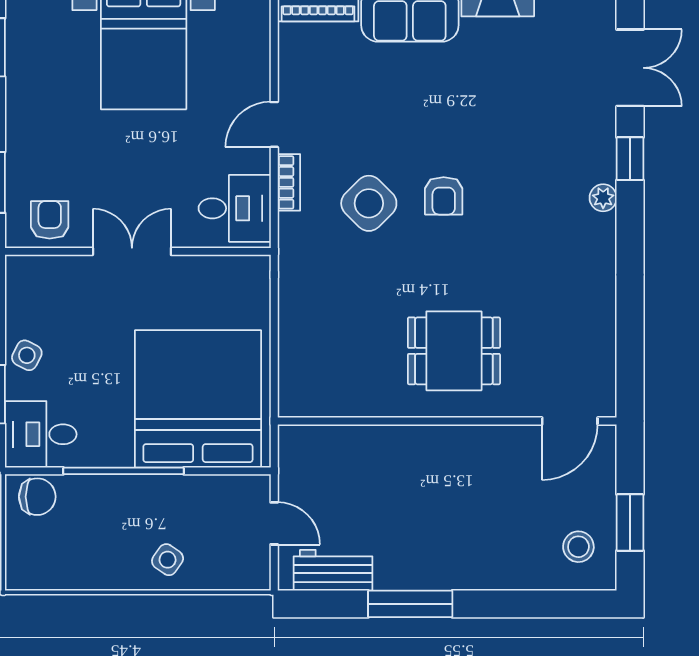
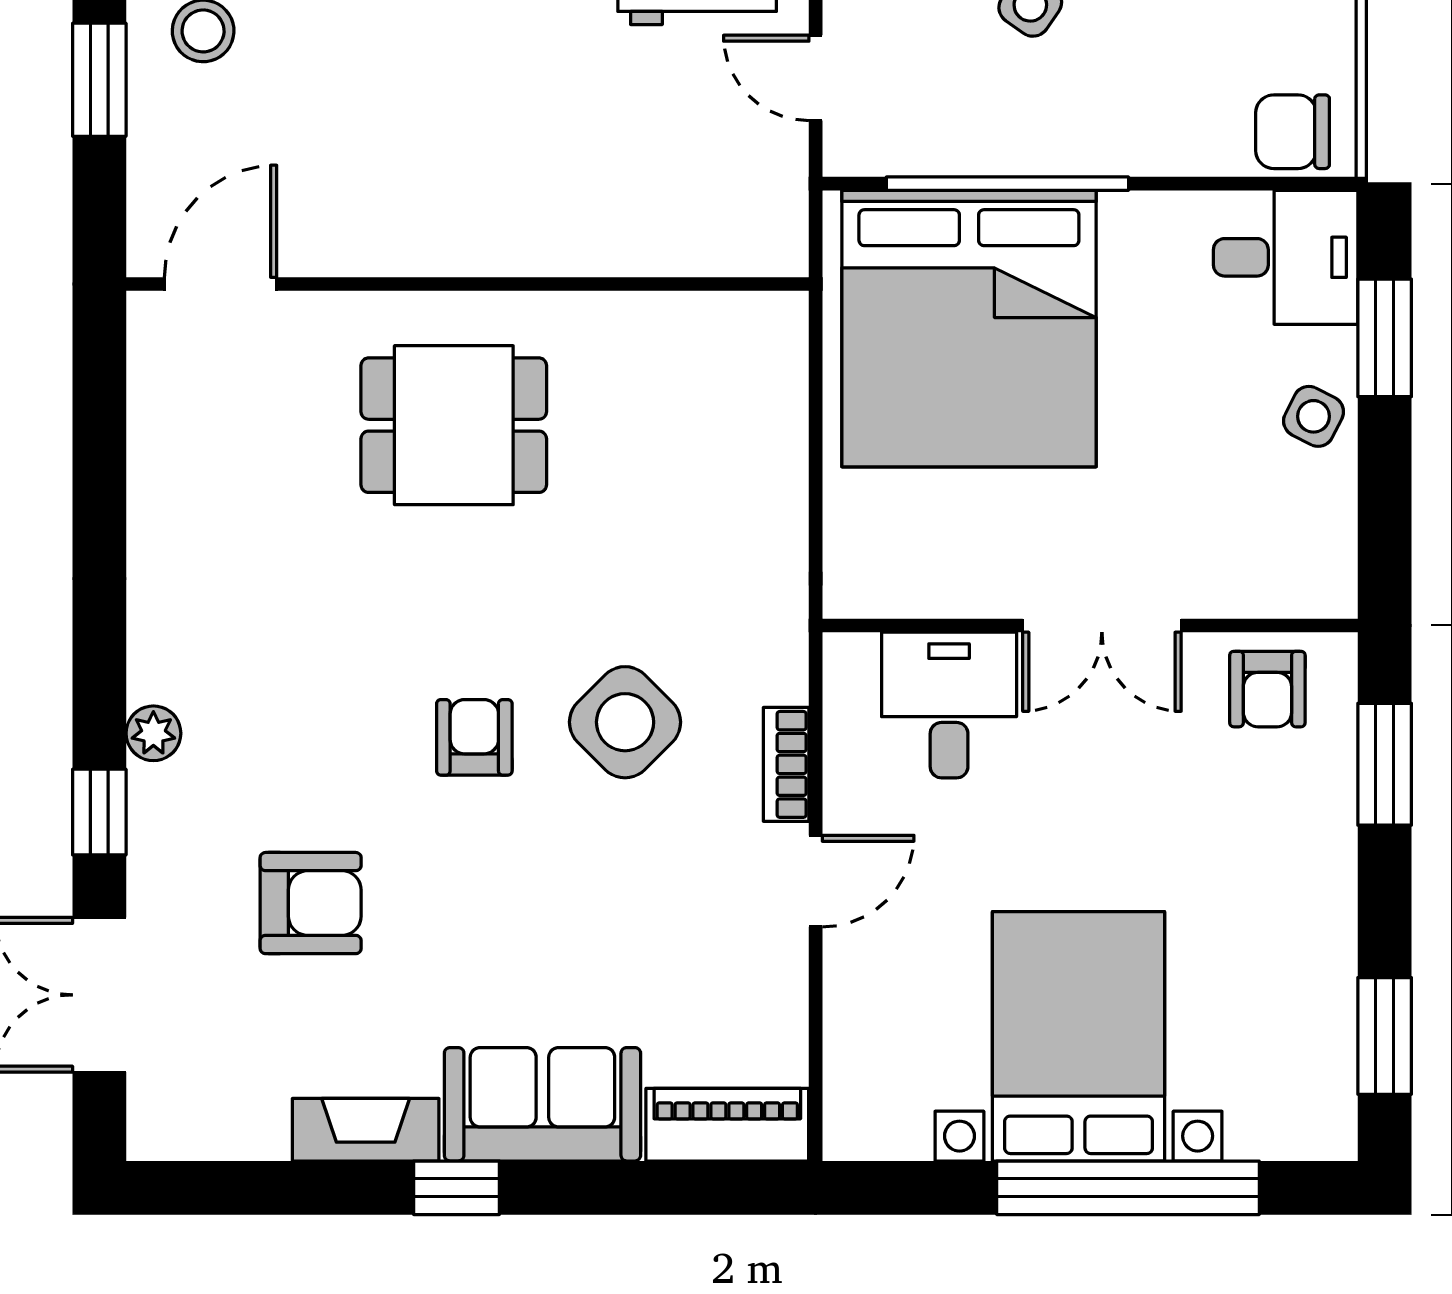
armchair: (525, 113) -> (311, 903), added
desk: (235, 208) -> (949, 705), moved, turned 90
window: (123, 471) -> (1007, 184), moved

